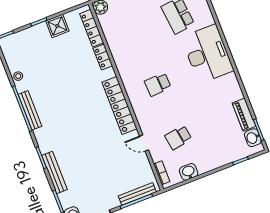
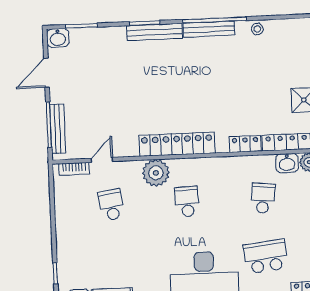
school desk: (137, 31) -> (263, 198), added
plant: (145, 113) -> (156, 173), added
door: (144, 143) -> (102, 160), moved
bench: (54, 172) -> (155, 32), moved
washbasin: (189, 172) -> (287, 163), moved, turned 90

